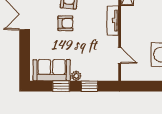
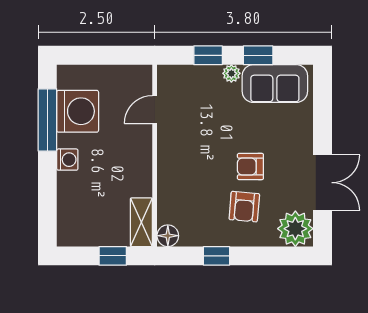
tv unit: (113, 20) -> (167, 171), removed
door: (120, 55) -> (155, 110), hinge flipped

